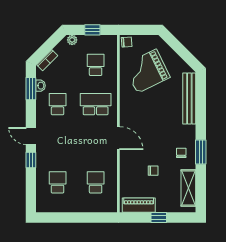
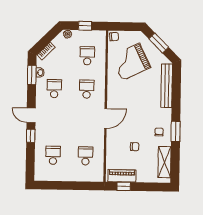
window: (179, 48) -> (159, 43), added
school desk: (96, 104) -> (87, 89), width x0.54
door: (118, 138) -> (106, 118), hinge flipped
window: (159, 217) -> (124, 186), moved

